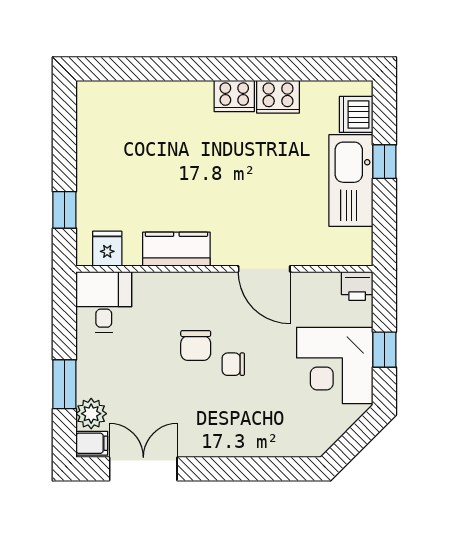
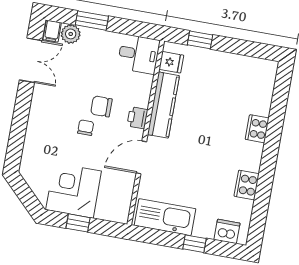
cooker: (234, 96) -> (257, 129), moved
kitchen sink: (351, 181) -> (165, 217), moved
kitchen counter: (176, 249) -> (163, 105), width x1.50
printer: (357, 286) -> (137, 118), moved

